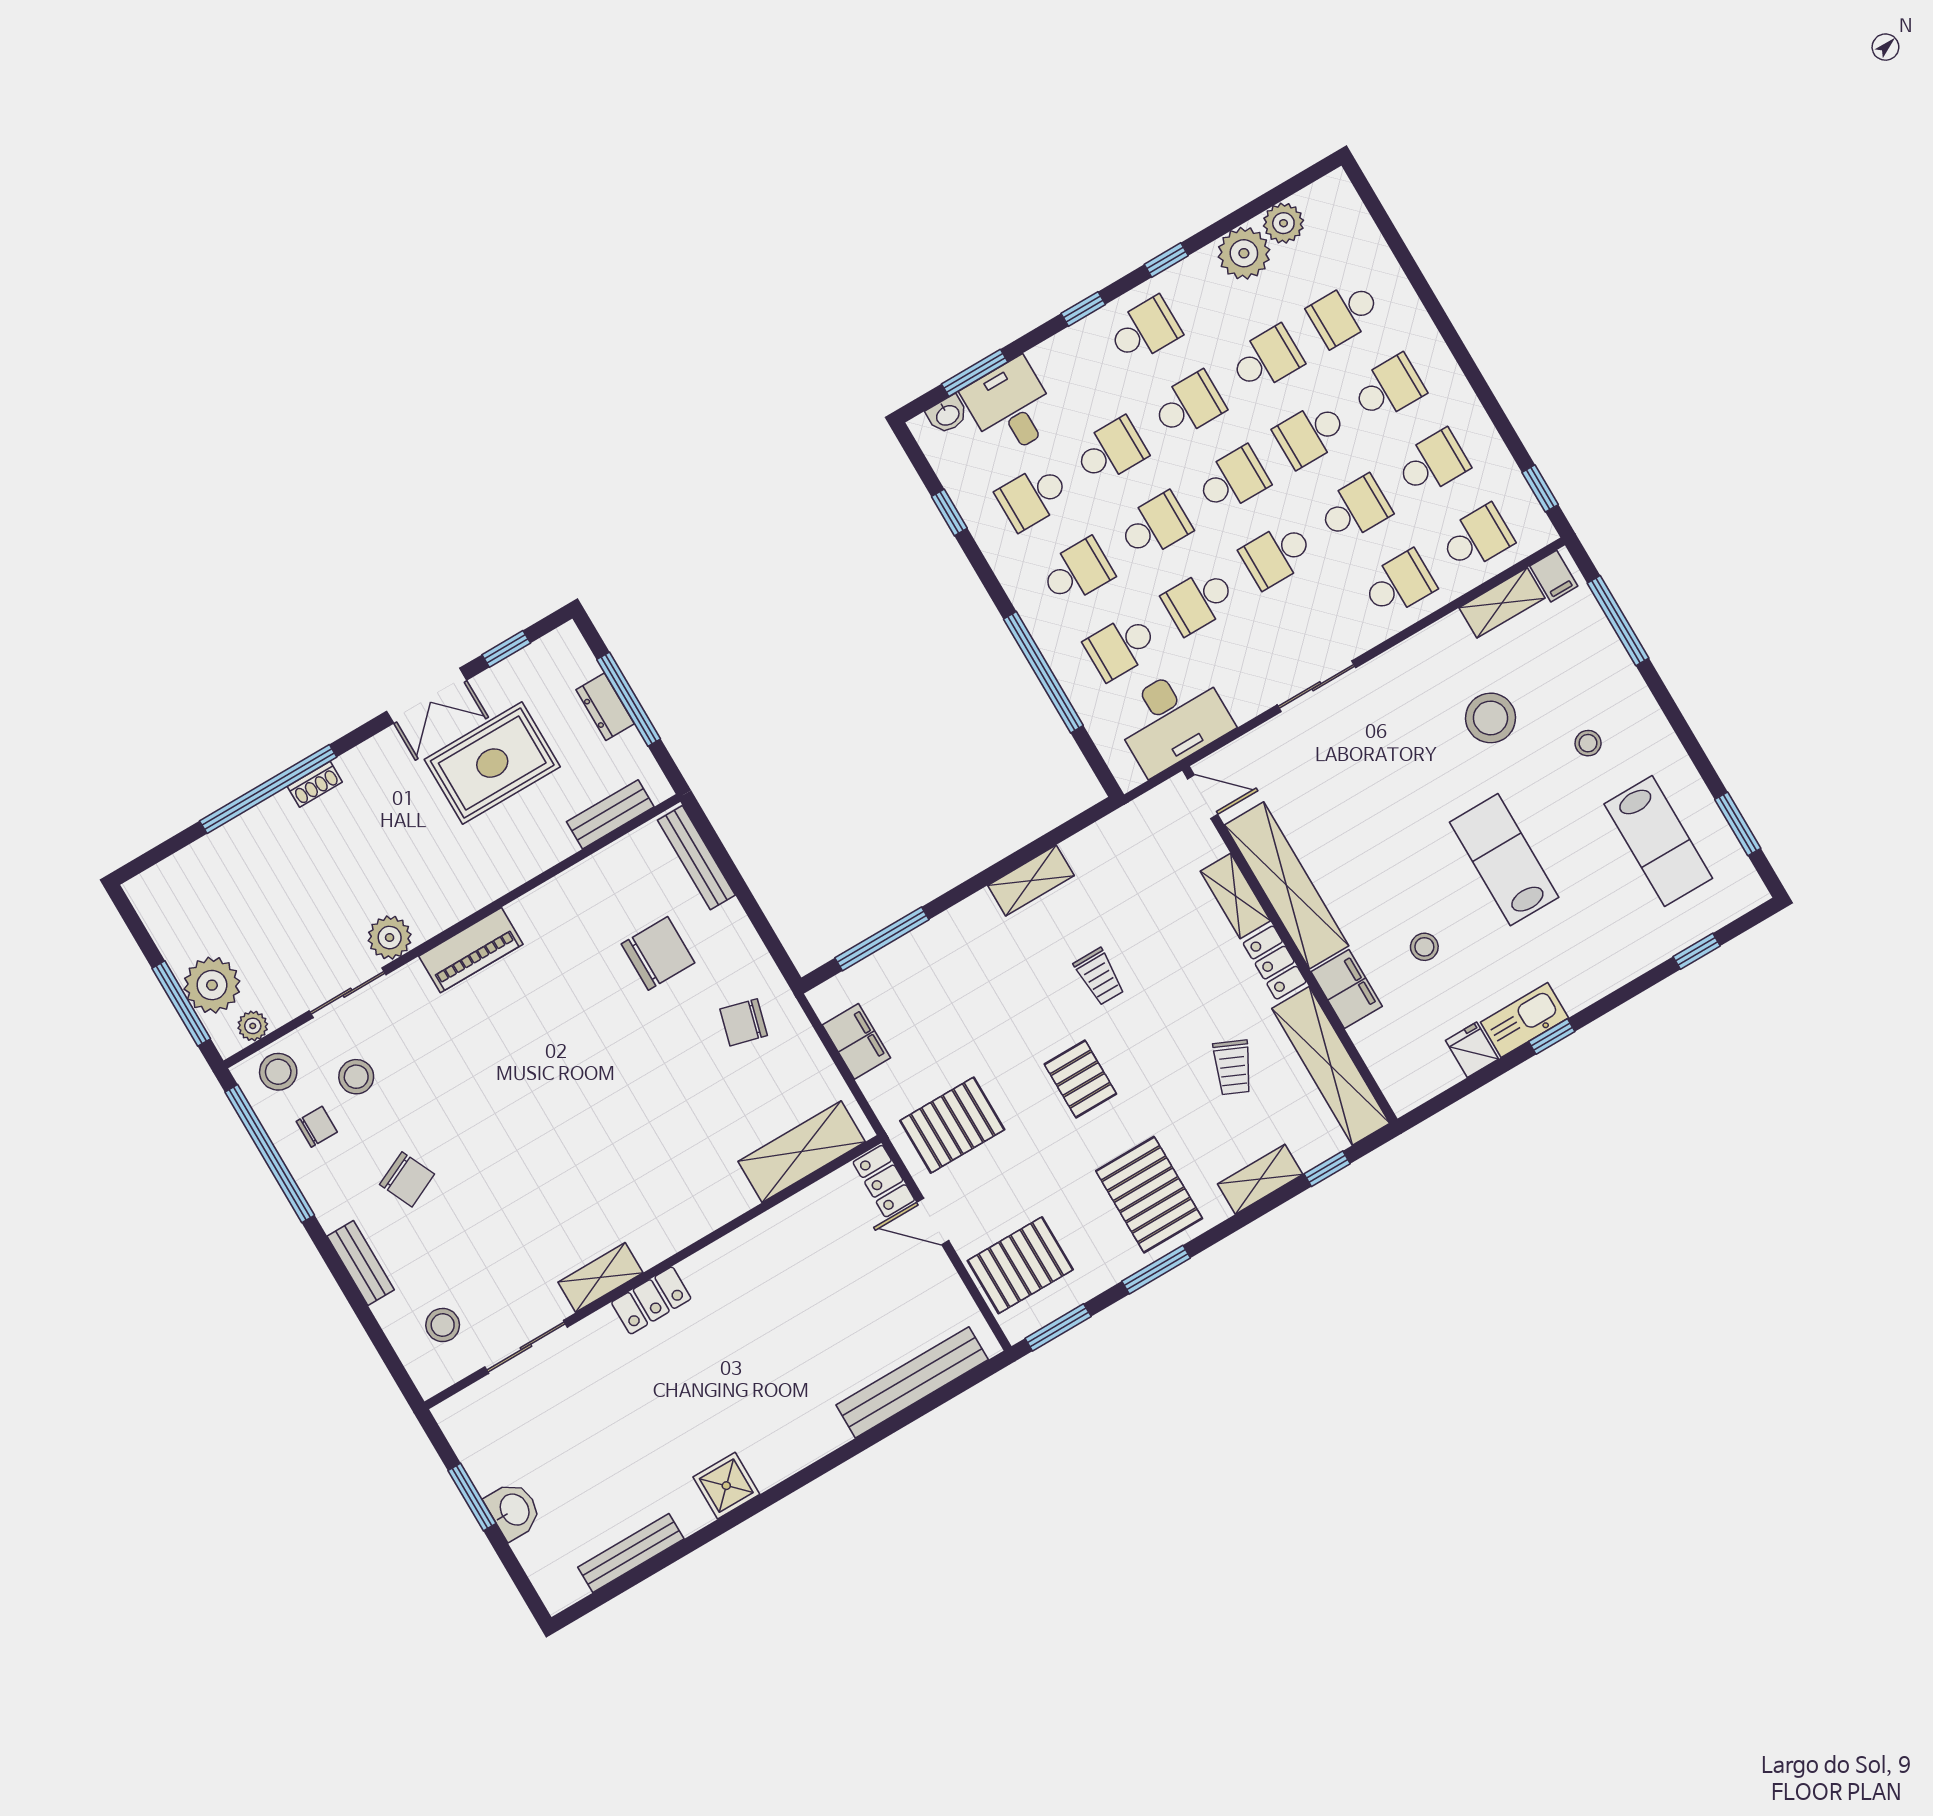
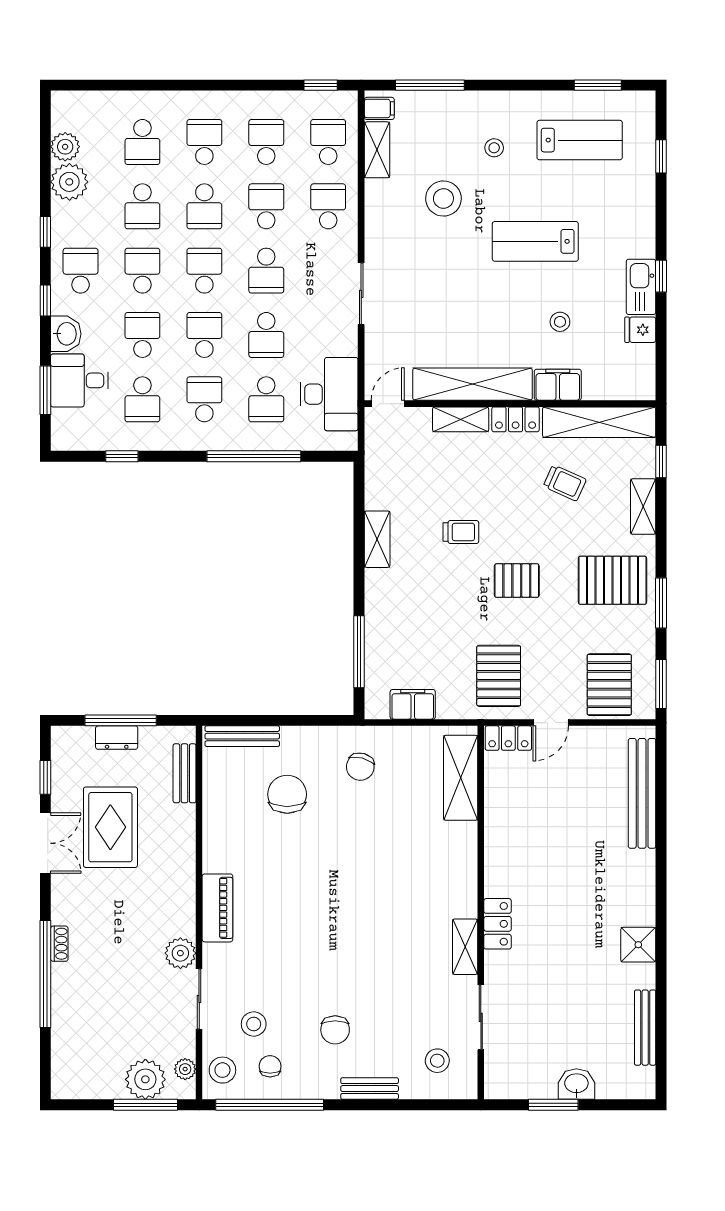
school desk: (1266, 359) -> (142, 206), turned 180
washbasin: (947, 415) -> (66, 334), moved, width x1.38, depth x1.45
chair: (407, 1179) -> (335, 1030), turned 115

